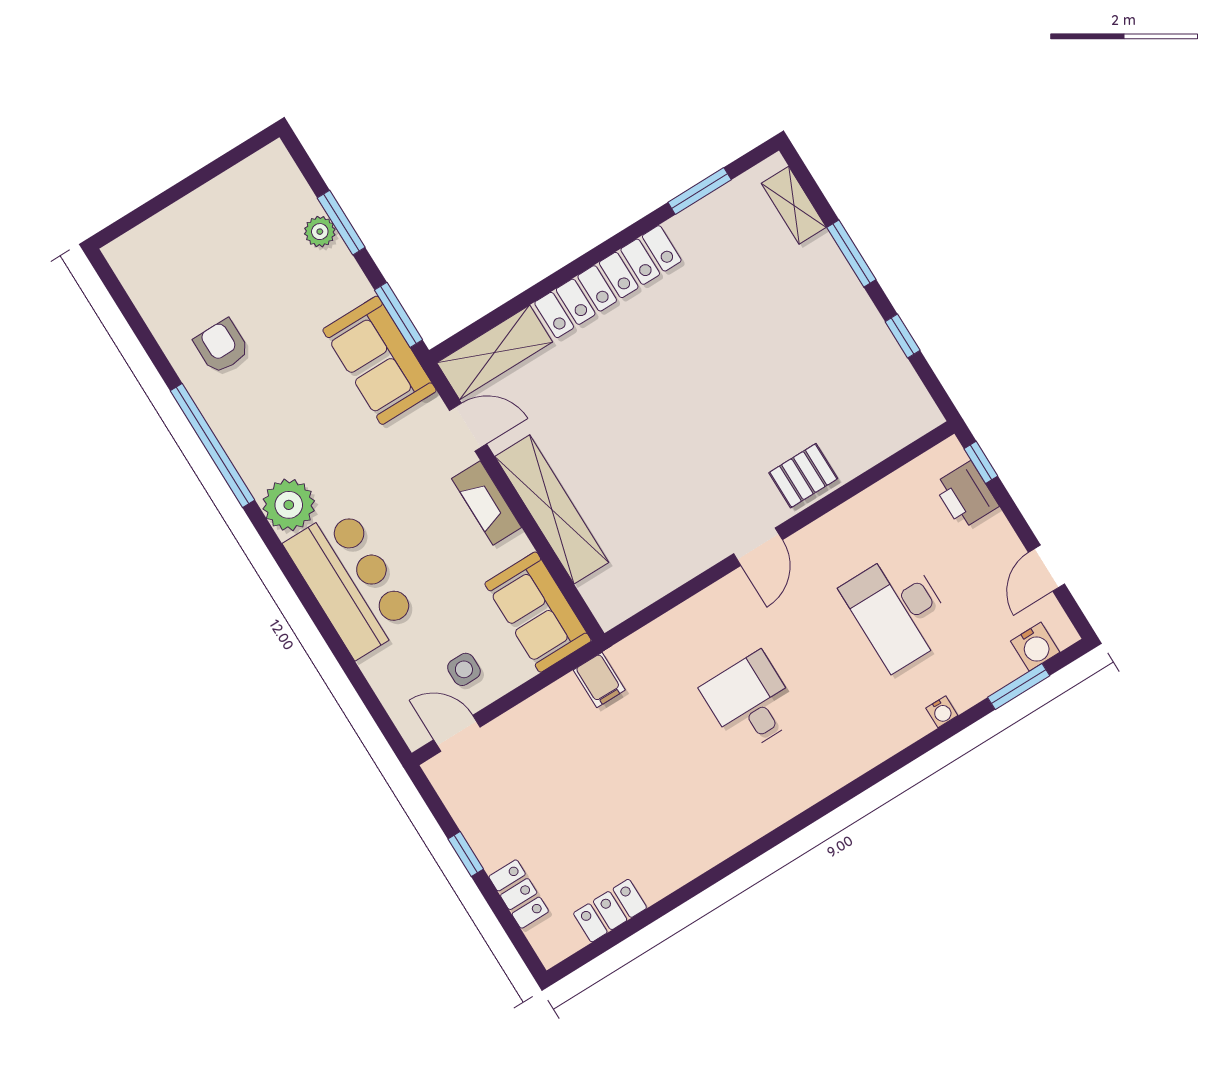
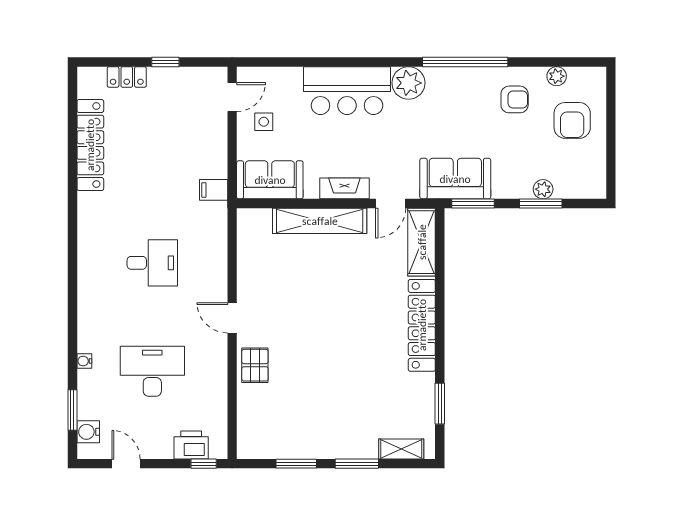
armchair: (201, 250) -> (572, 120), added
plant: (154, 309) -> (557, 76), added
window: (903, 336) -> (296, 464), width x1.50
locker: (610, 911) -> (90, 145), width x2.16, depth x1.21

